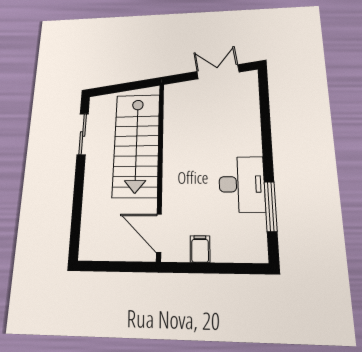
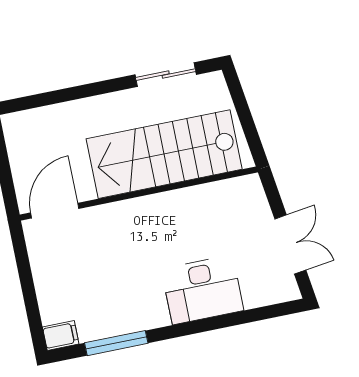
desk: (242, 184) -> (203, 290), moved
filing cabinet: (200, 249) -> (61, 335), moved

